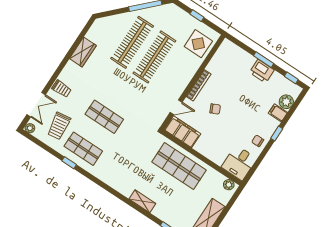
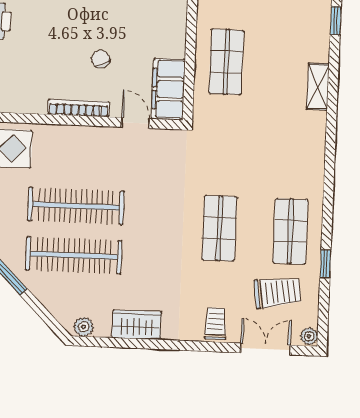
plant: (97, 27) -> (84, 327), added
window: (69, 163) -> (325, 264), moved
shop shelf: (179, 166) -> (226, 62), width x0.70, depth x0.74

